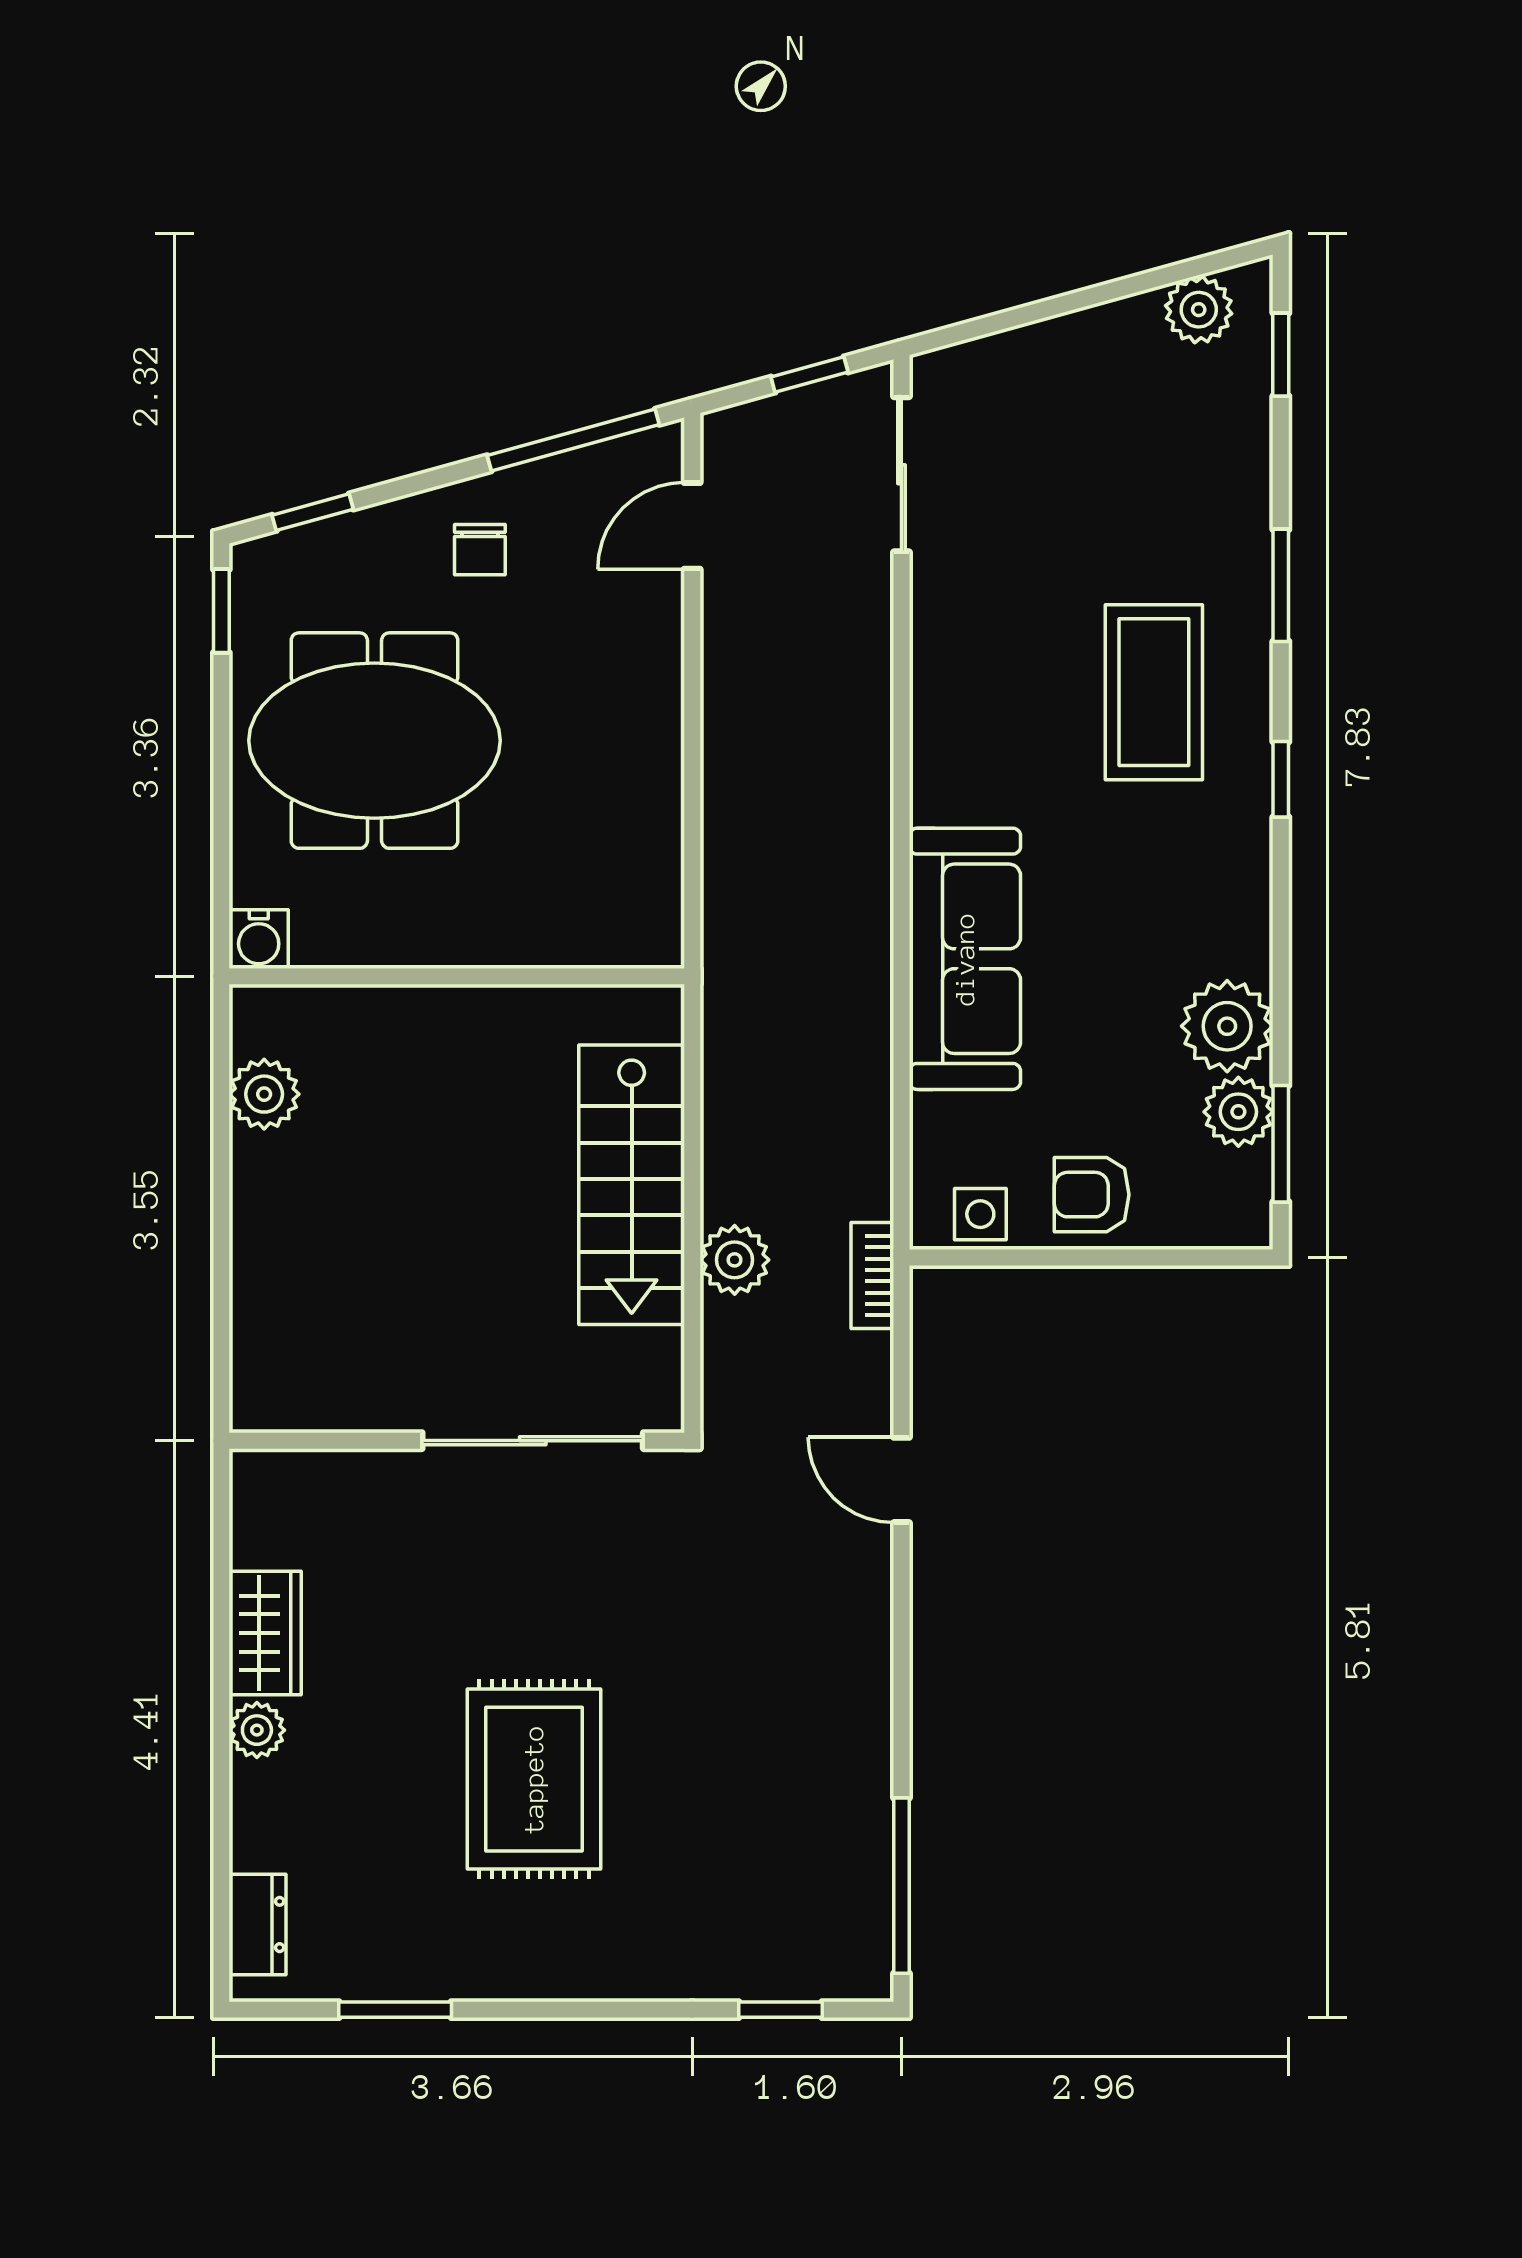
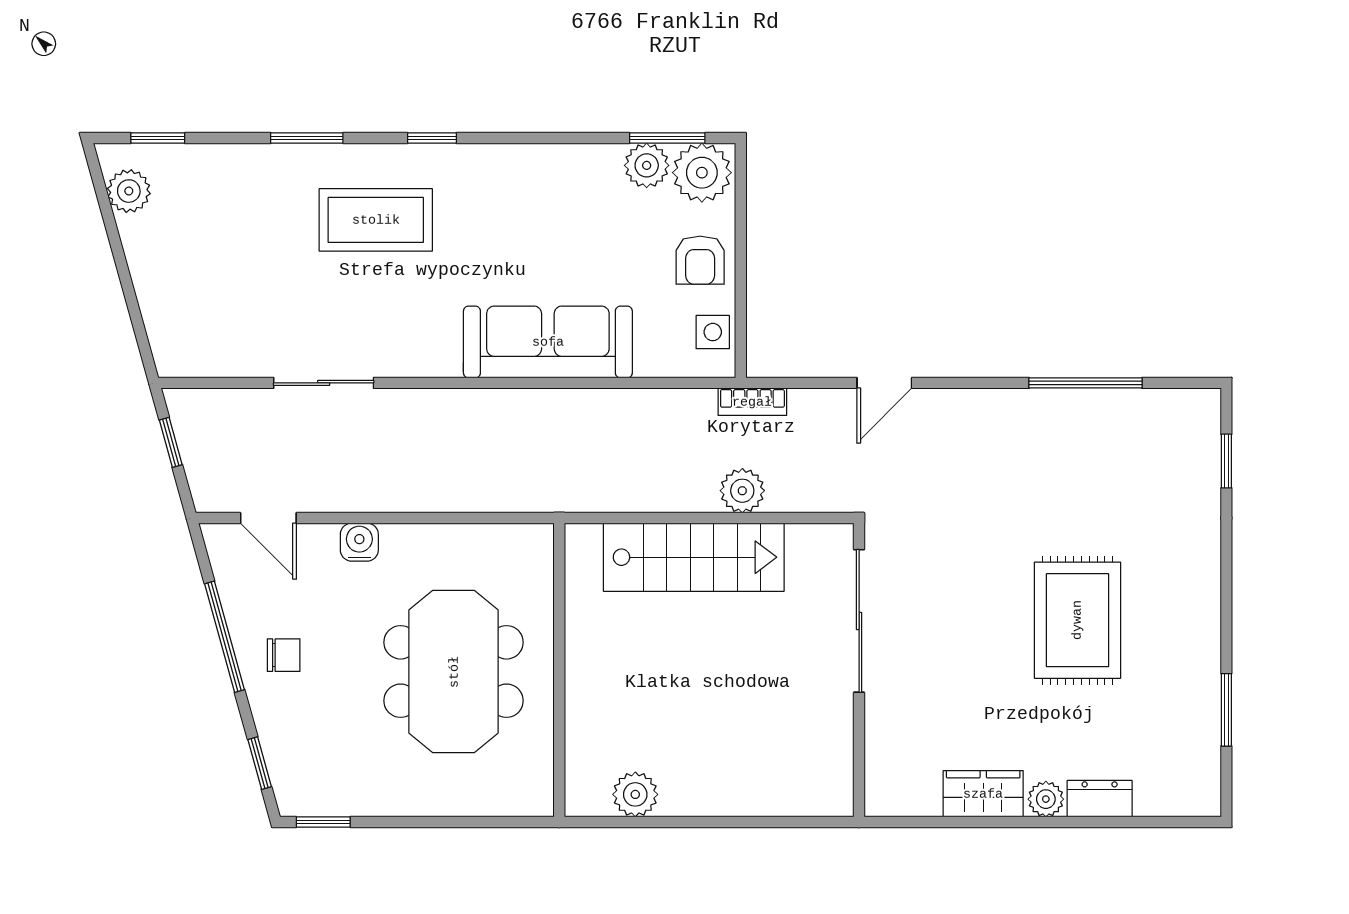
window: (573, 440) -> (225, 637), moved
sliding door: (901, 474) -> (324, 383), moved
meeting table: (374, 741) -> (454, 672), moved
water cooler: (259, 939) -> (359, 542), moved, turned -90
plant: (1227, 1026) -> (702, 173), moved
rug: (534, 1779) -> (1077, 620), turned 90
window: (901, 1886) -> (1086, 383), moved
dresser: (258, 1924) -> (1100, 799), moved

